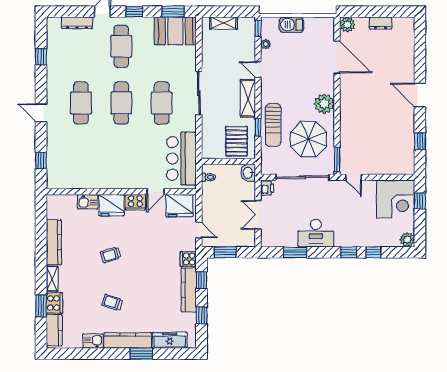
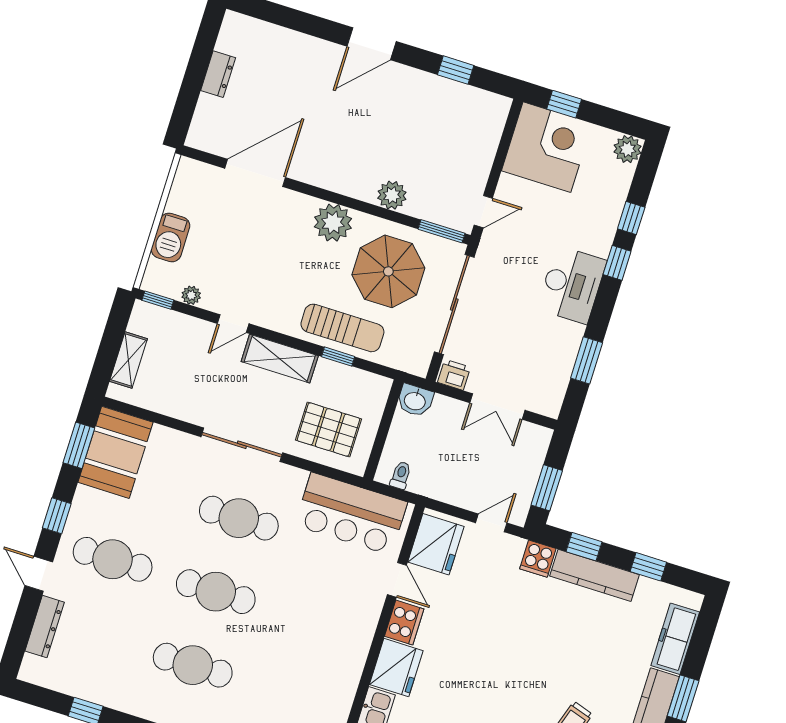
plant: (347, 24) -> (392, 195), moved
pallet: (237, 141) -> (328, 430), moved
desk: (316, 233) -> (572, 285), moved
trolley: (111, 255) -> (486, 697), removed

